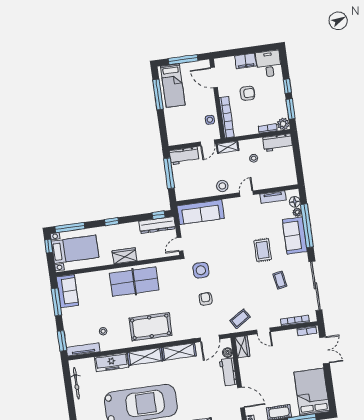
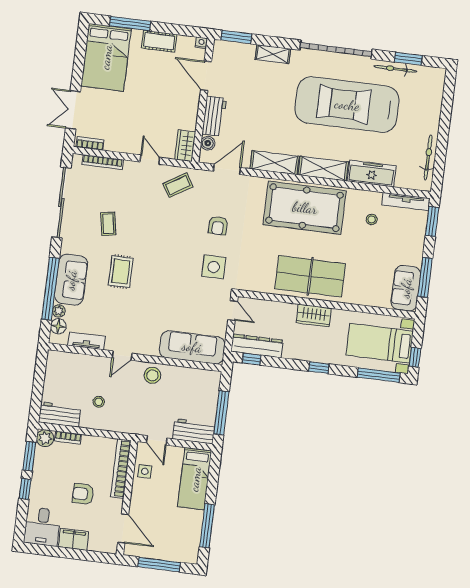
bed: (173, 86) -> (195, 479), moved, turned 180
door: (208, 143) -> (157, 440), swing flipped
shelving: (228, 147) -> (131, 427), removed
door: (180, 244) -> (233, 310), hinge flipped
pool table: (150, 327) -> (305, 208), width x1.36, depth x1.32

